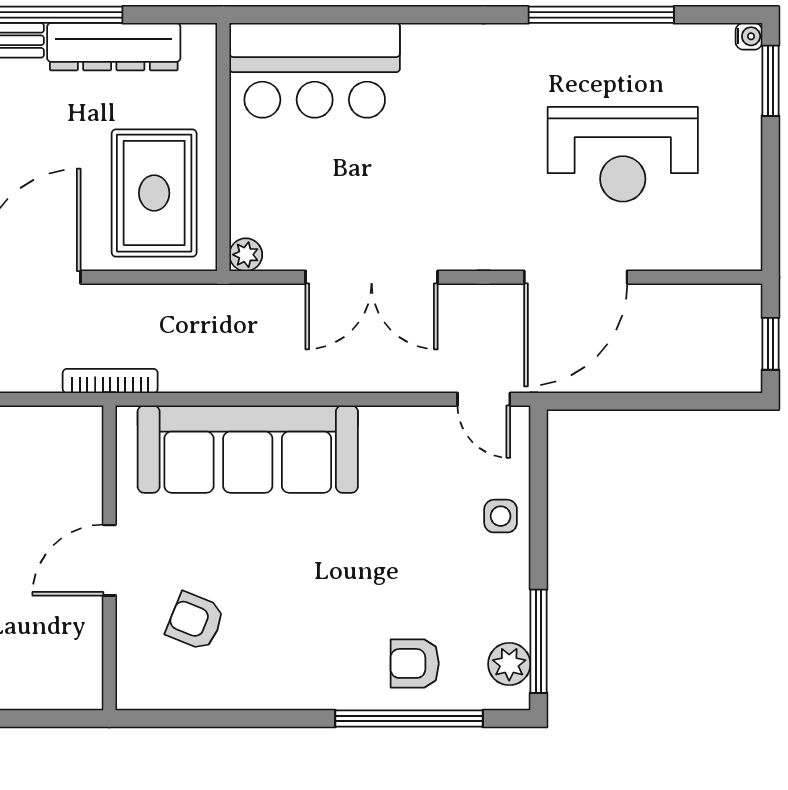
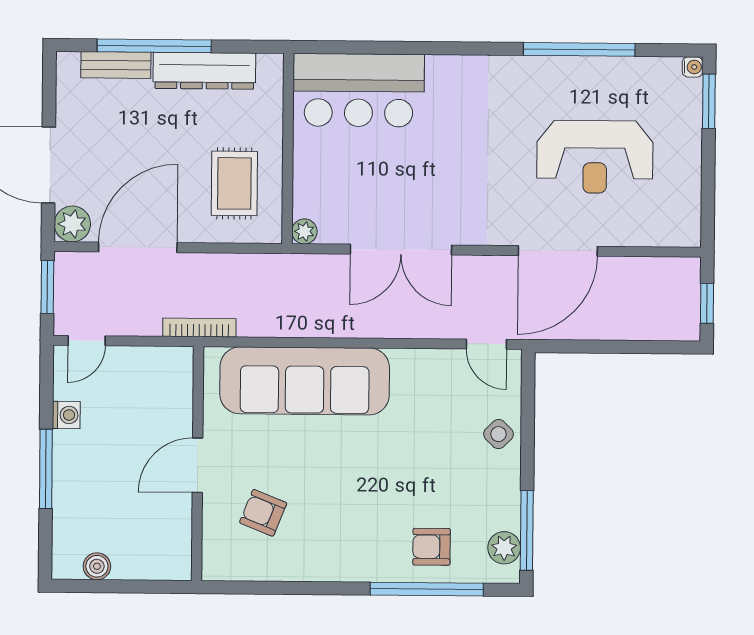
rug: (154, 193) -> (234, 183), width x0.73, depth x0.70
side table: (501, 516) -> (498, 434), turned 45

